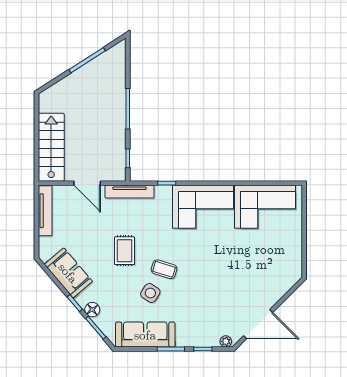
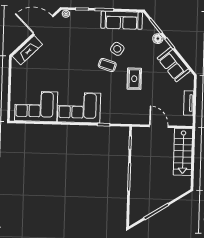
tv unit: (130, 192) -> (130, 120), removed
tv unit: (45, 211) -> (189, 103), width x0.71
fireplace: (280, 287) -> (27, 50), added

